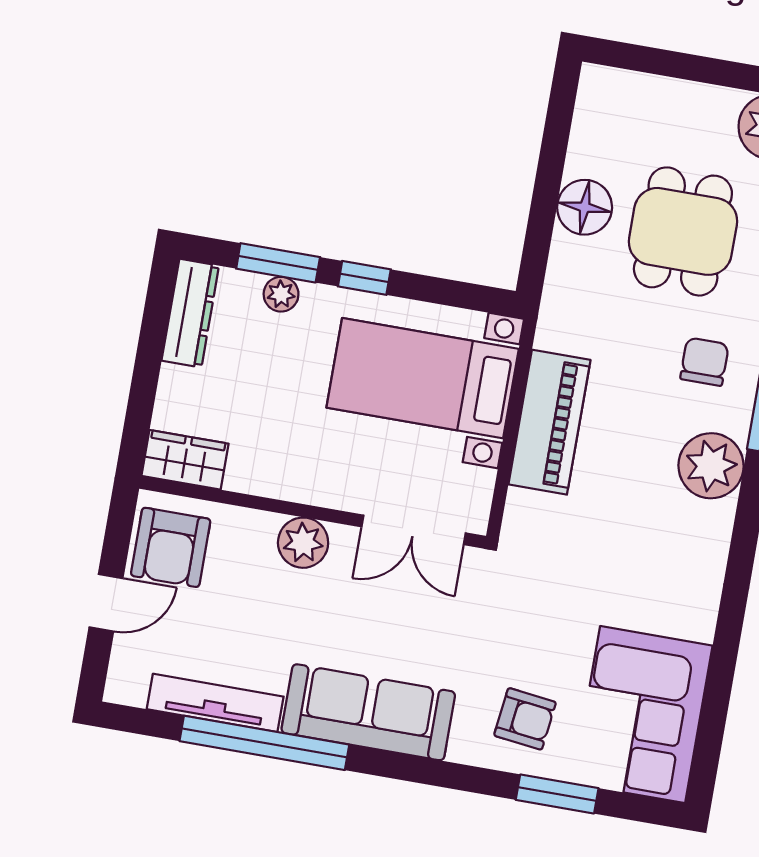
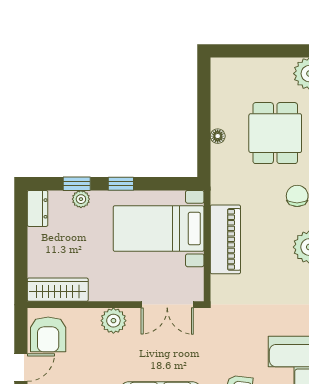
floor lamp: (585, 207) -> (218, 136), width x0.53, depth x0.53
window: (278, 263) -> (77, 184), width x0.67
dresser: (190, 313) -> (38, 208), width x0.70
wardrobe: (185, 460) -> (58, 290), width x1.50

